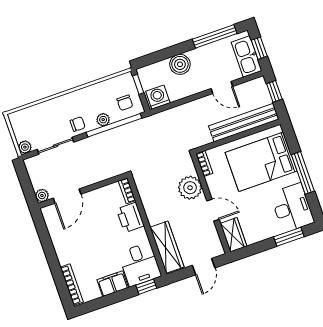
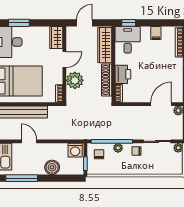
shoe rack: (149, 203) -> (107, 80), added
door: (213, 210) -> (64, 59), swing flipped
filing cabinet: (113, 284) -> (156, 33), width x0.50

